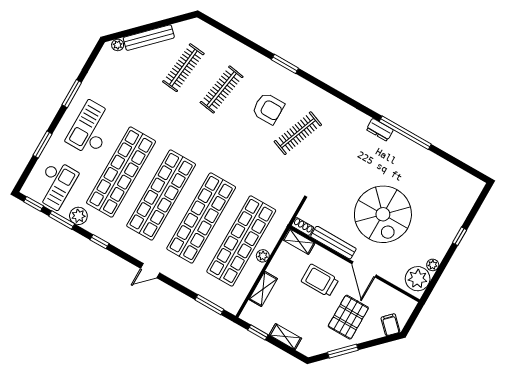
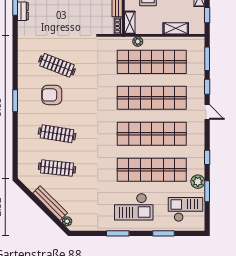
armchair: (268, 108) -> (52, 95), turned -90
window: (34, 204) -> (207, 87), moved
plant: (263, 256) -> (138, 42), moved

